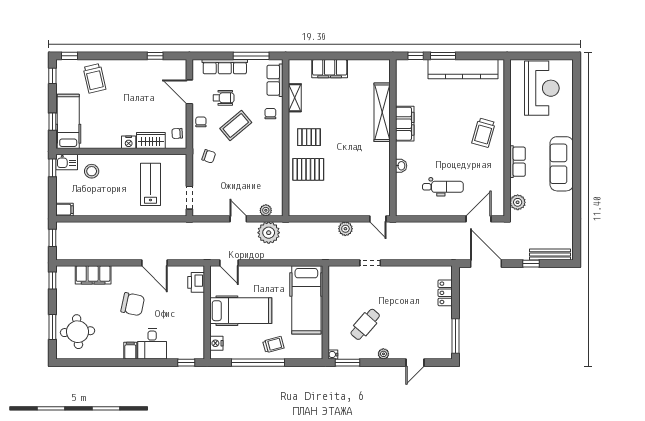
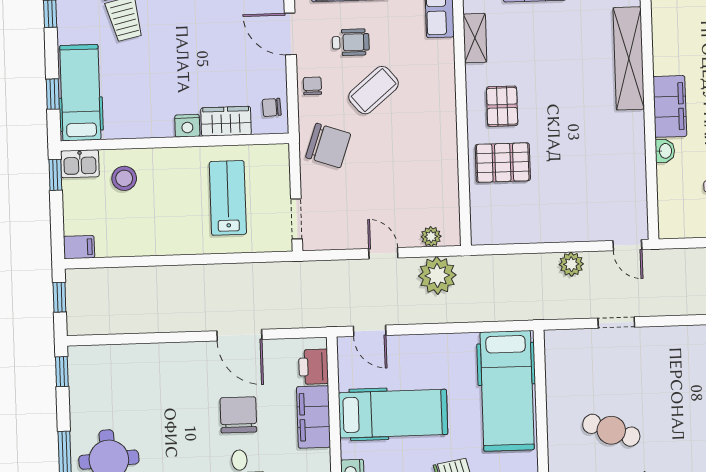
chair: (270, 114) -> (433, 67), removed
filing cabinet: (405, 124) -> (670, 106), moved
pallet: (309, 137) -> (502, 106), turned 90
chair: (209, 156) -> (328, 146), width x1.87, depth x1.87
filing cabinet: (93, 275) -> (313, 417), moved, turned 90
chair: (133, 304) -> (238, 415), moved, turned -102
cafe table: (365, 324) -> (611, 430), turned 69

